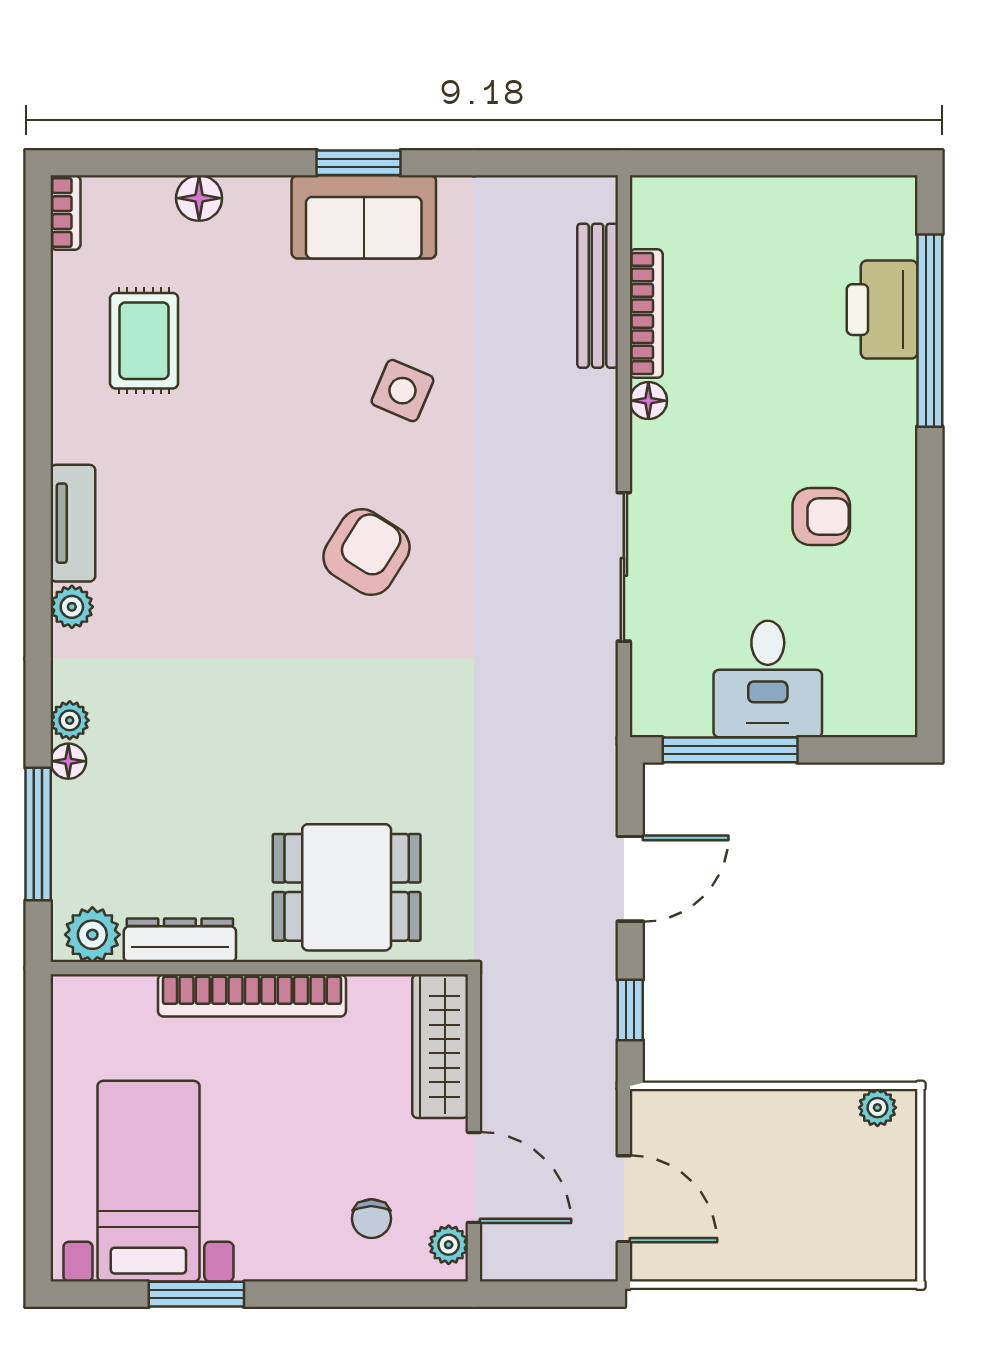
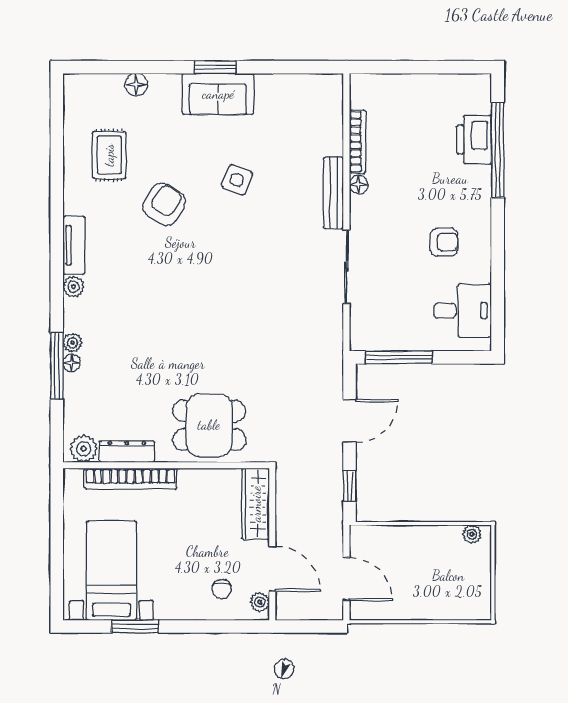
bookcase: (65, 213) -> (70, 92), removed
bench: (598, 296) -> (333, 193), moved
armchair: (366, 552) -> (164, 204), moved
desk: (768, 679) -> (463, 311), moved, turned -90
window: (38, 834) -> (57, 366), moved
bookcase: (252, 995) -> (130, 479), moved

